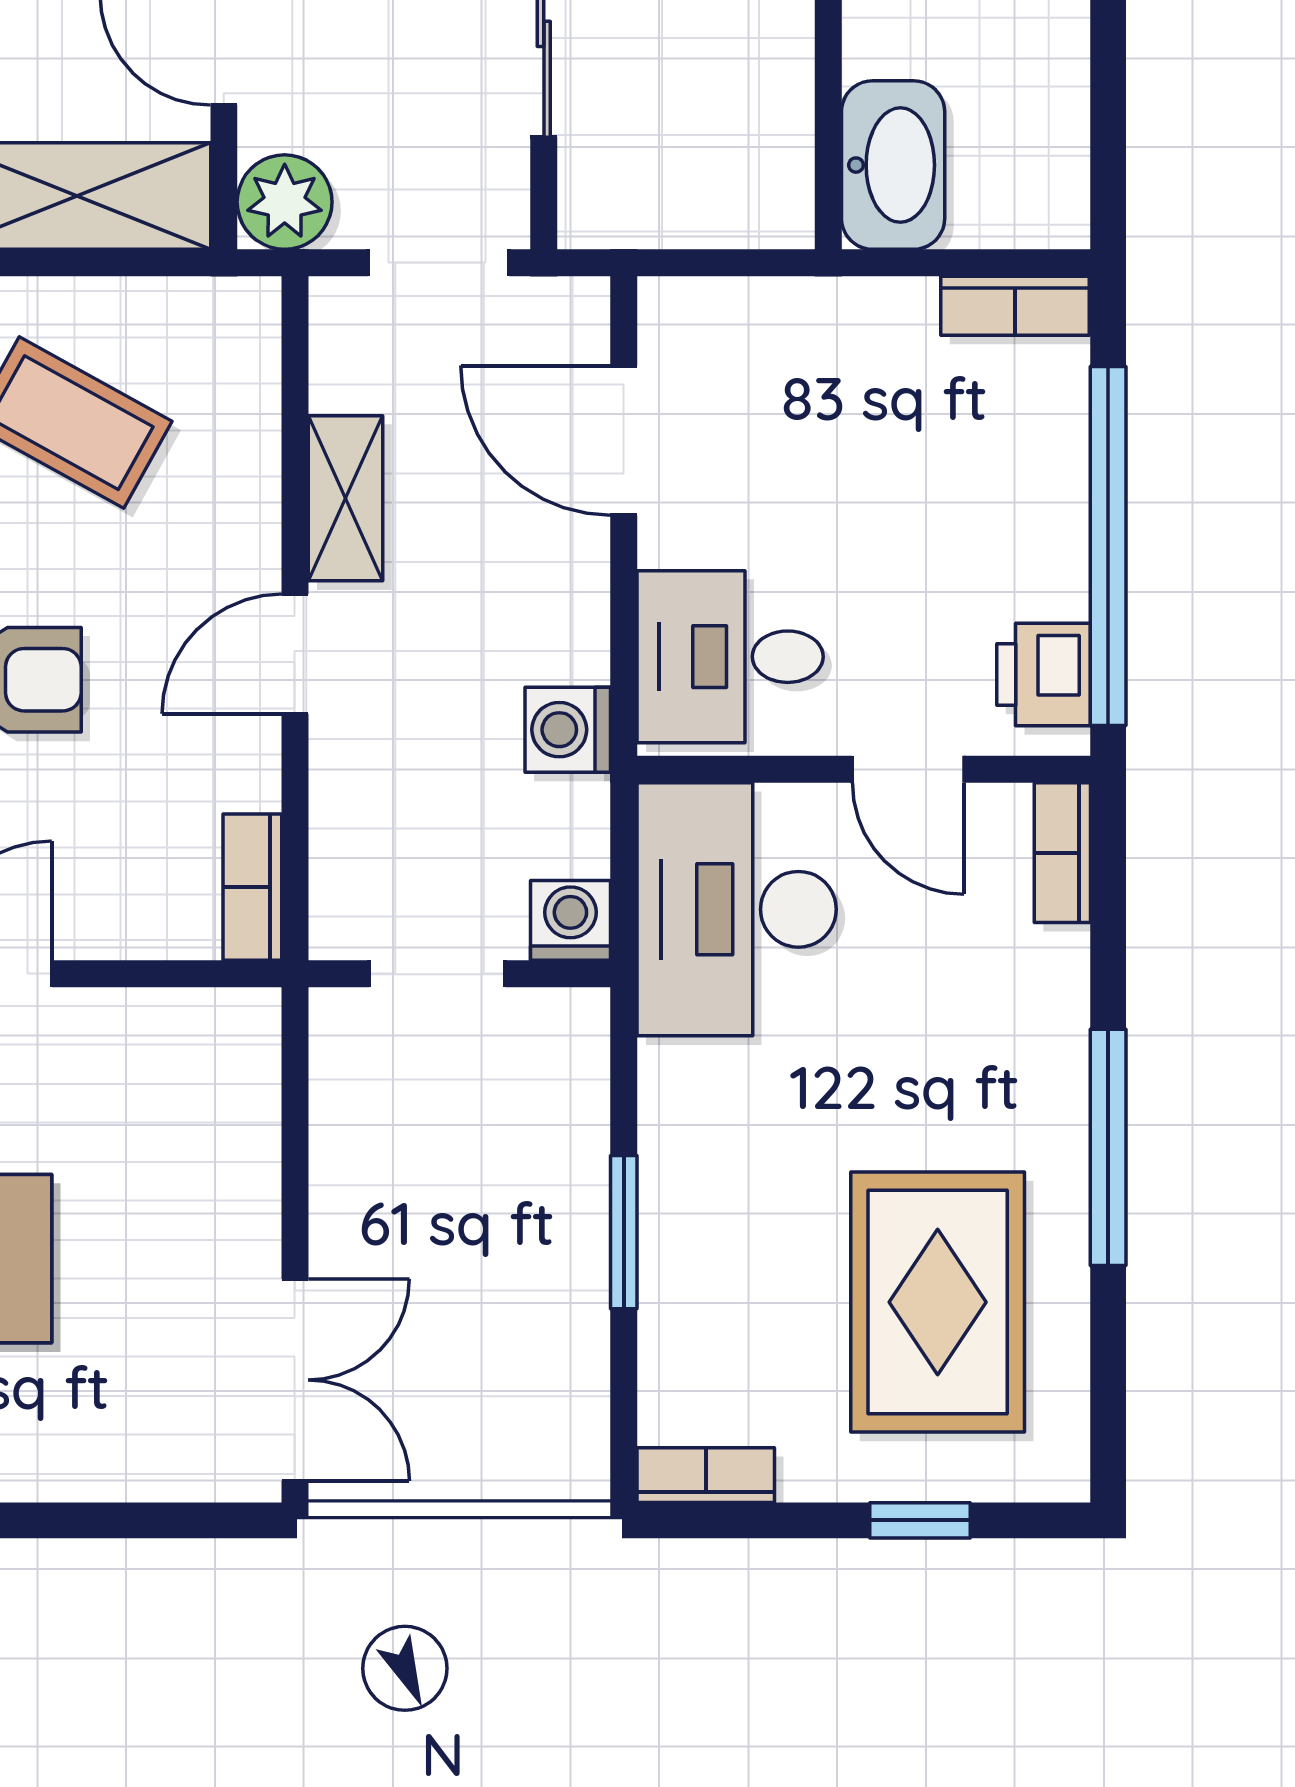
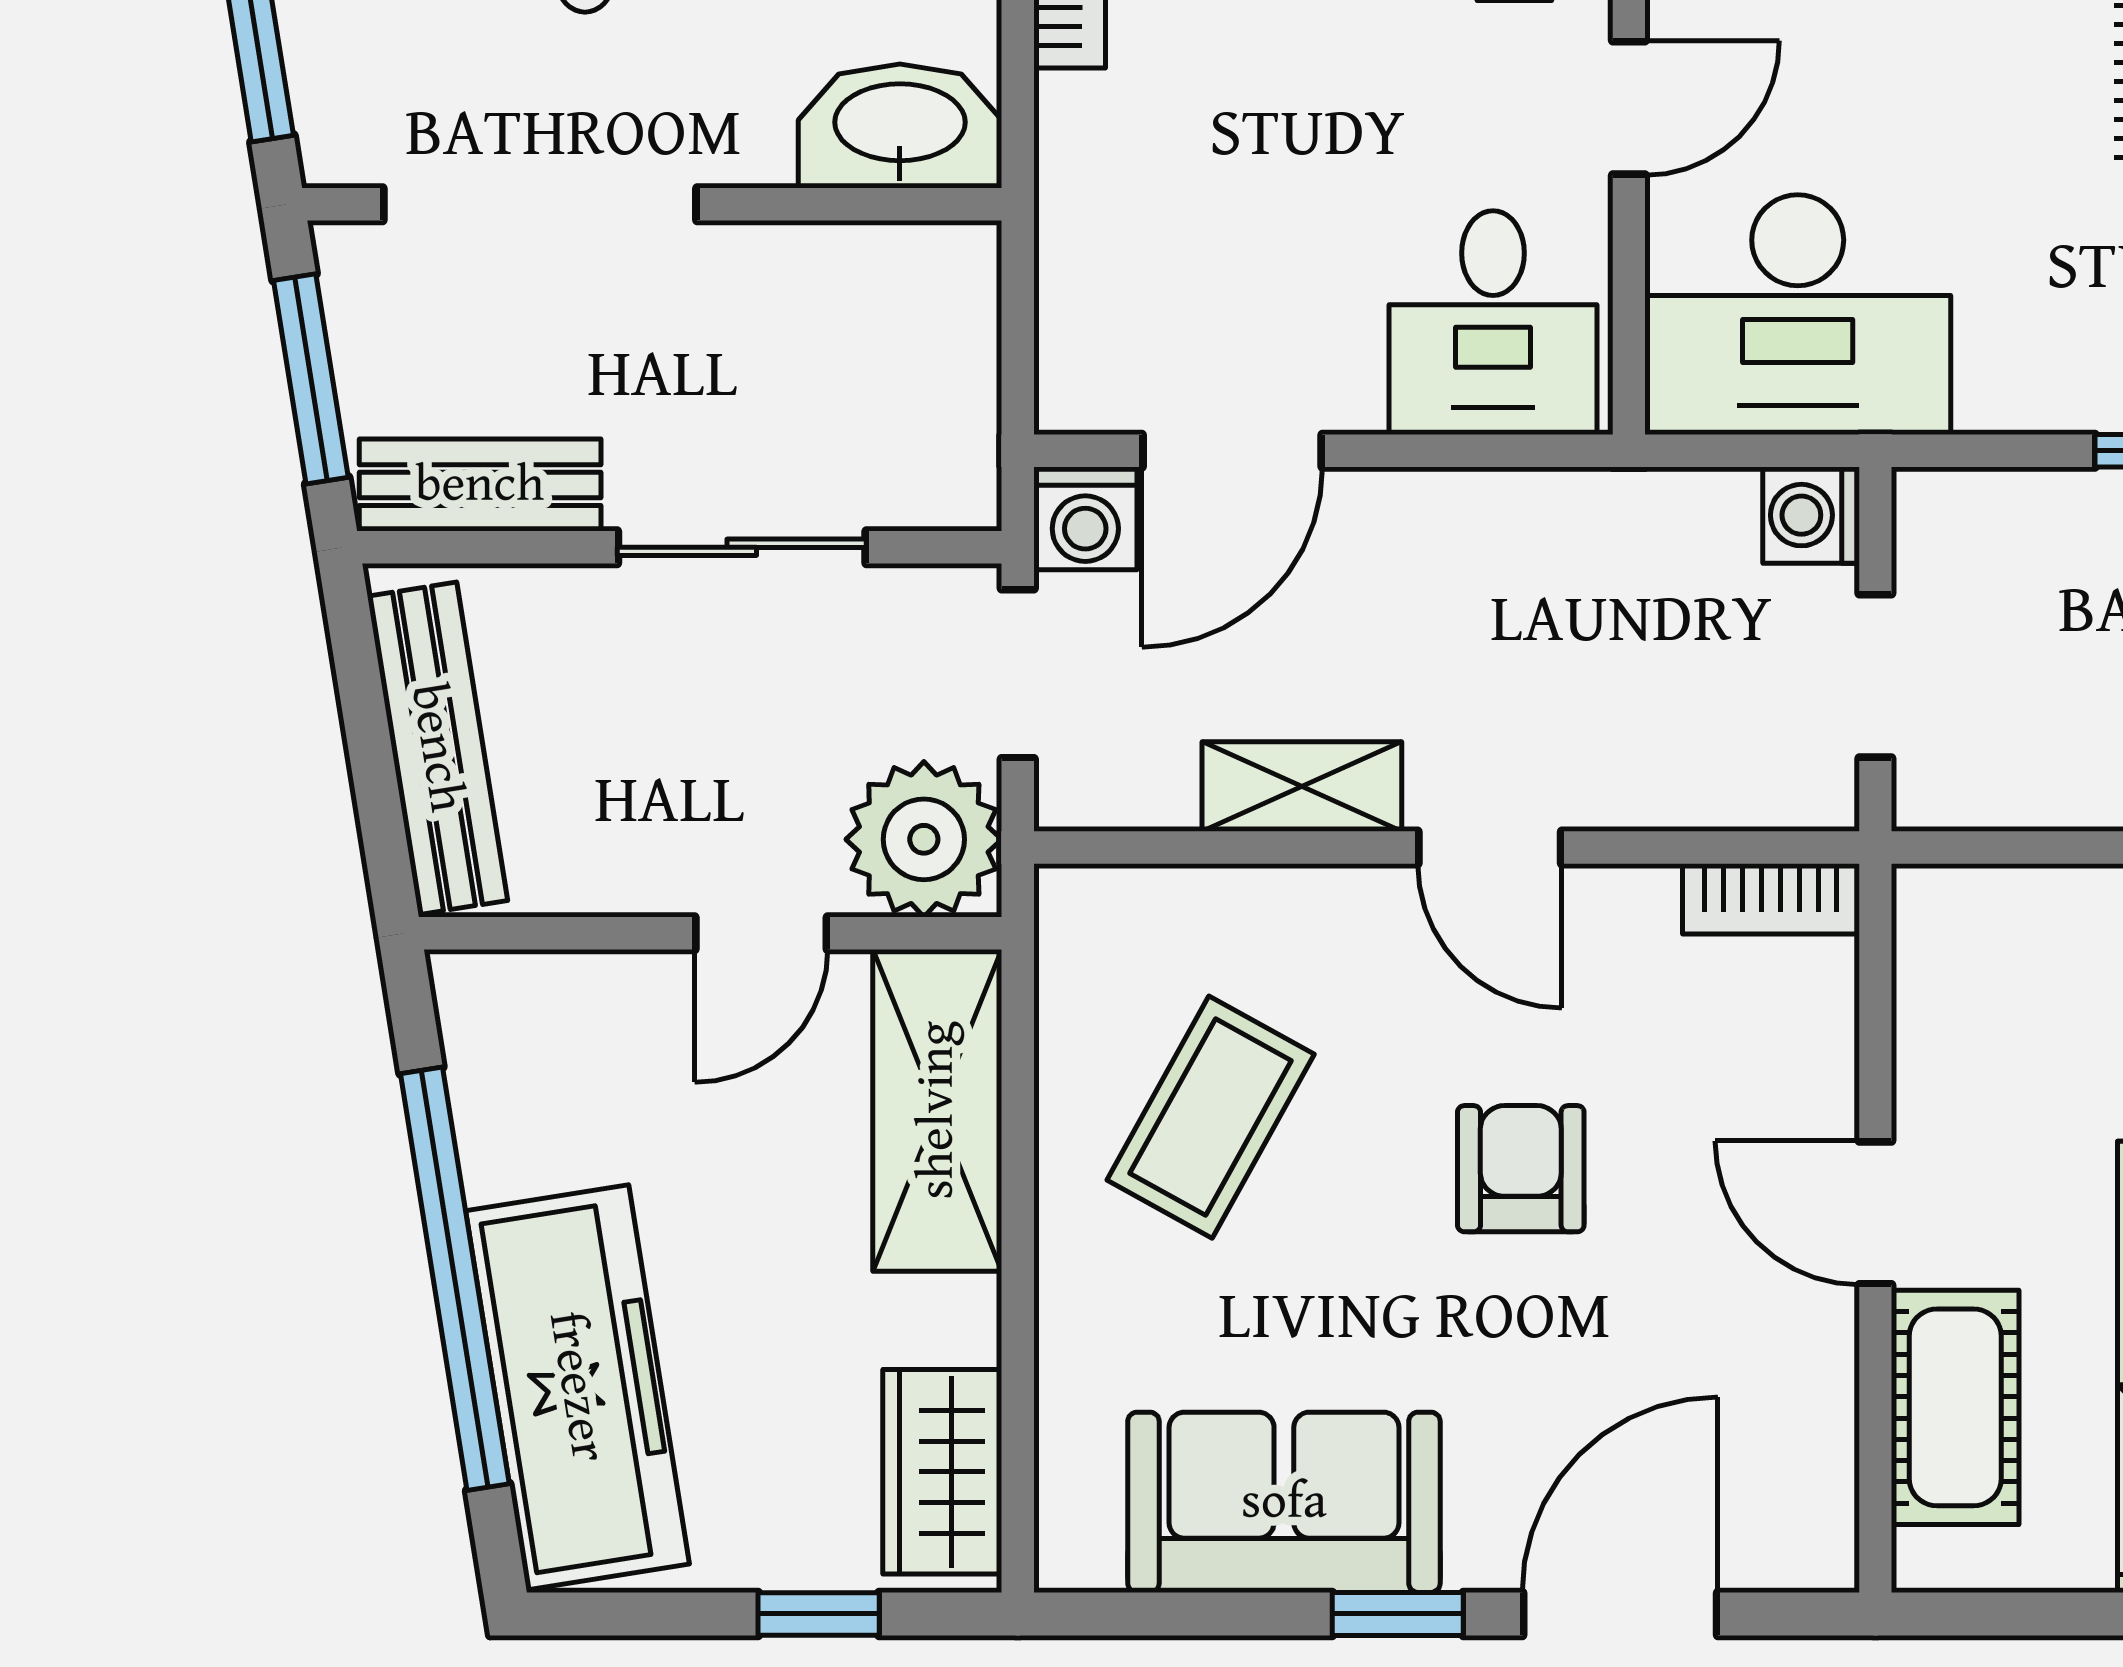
plant: (285, 202) -> (924, 839), width x1.36, depth x1.36
washing machine: (568, 730) -> (1085, 518), moved

